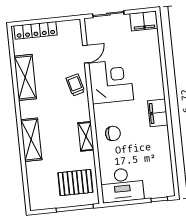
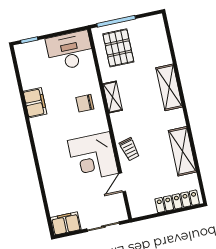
filing cabinet: (158, 113) -> (35, 103), moved
pallet: (75, 183) -> (118, 48), turned 90

